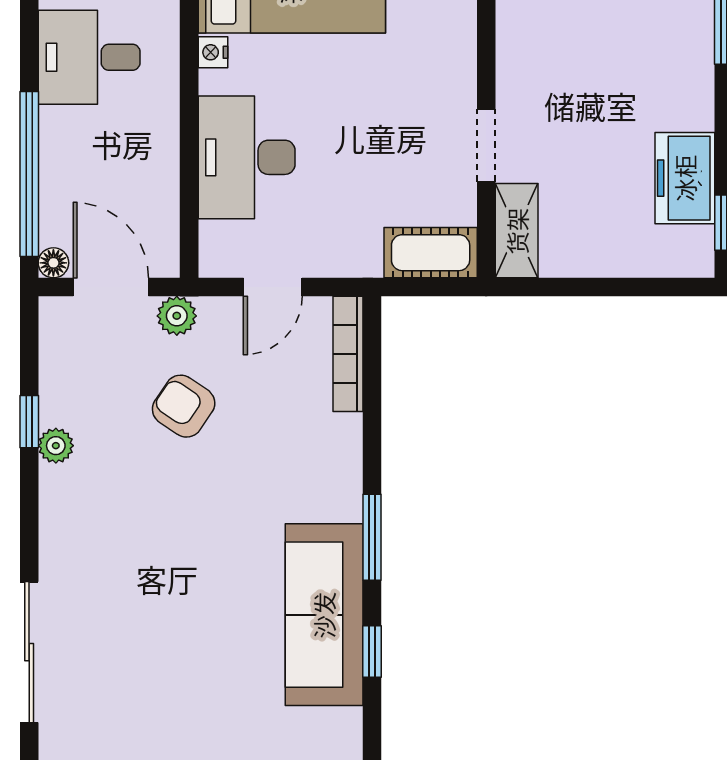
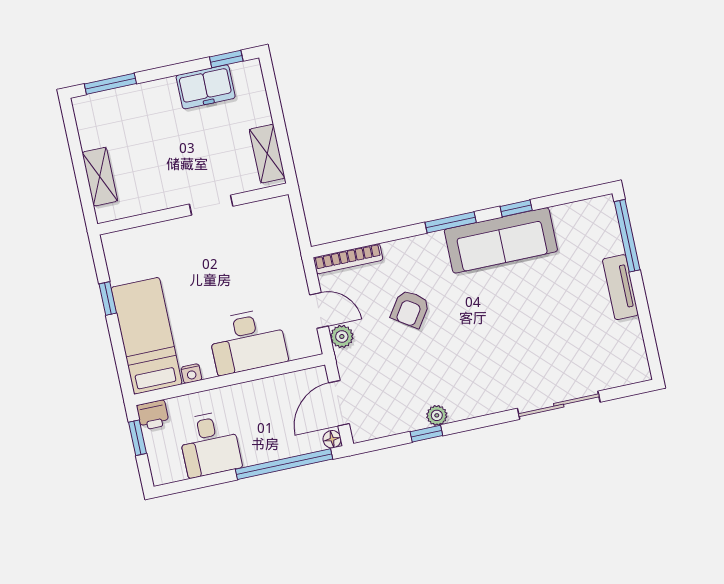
shelving: (517, 231) -> (267, 154), moved, turned 90
cot: (431, 253) -> (280, 224), removed
plant: (177, 316) -> (342, 336), moved
armchair: (184, 406) -> (410, 309), moved

